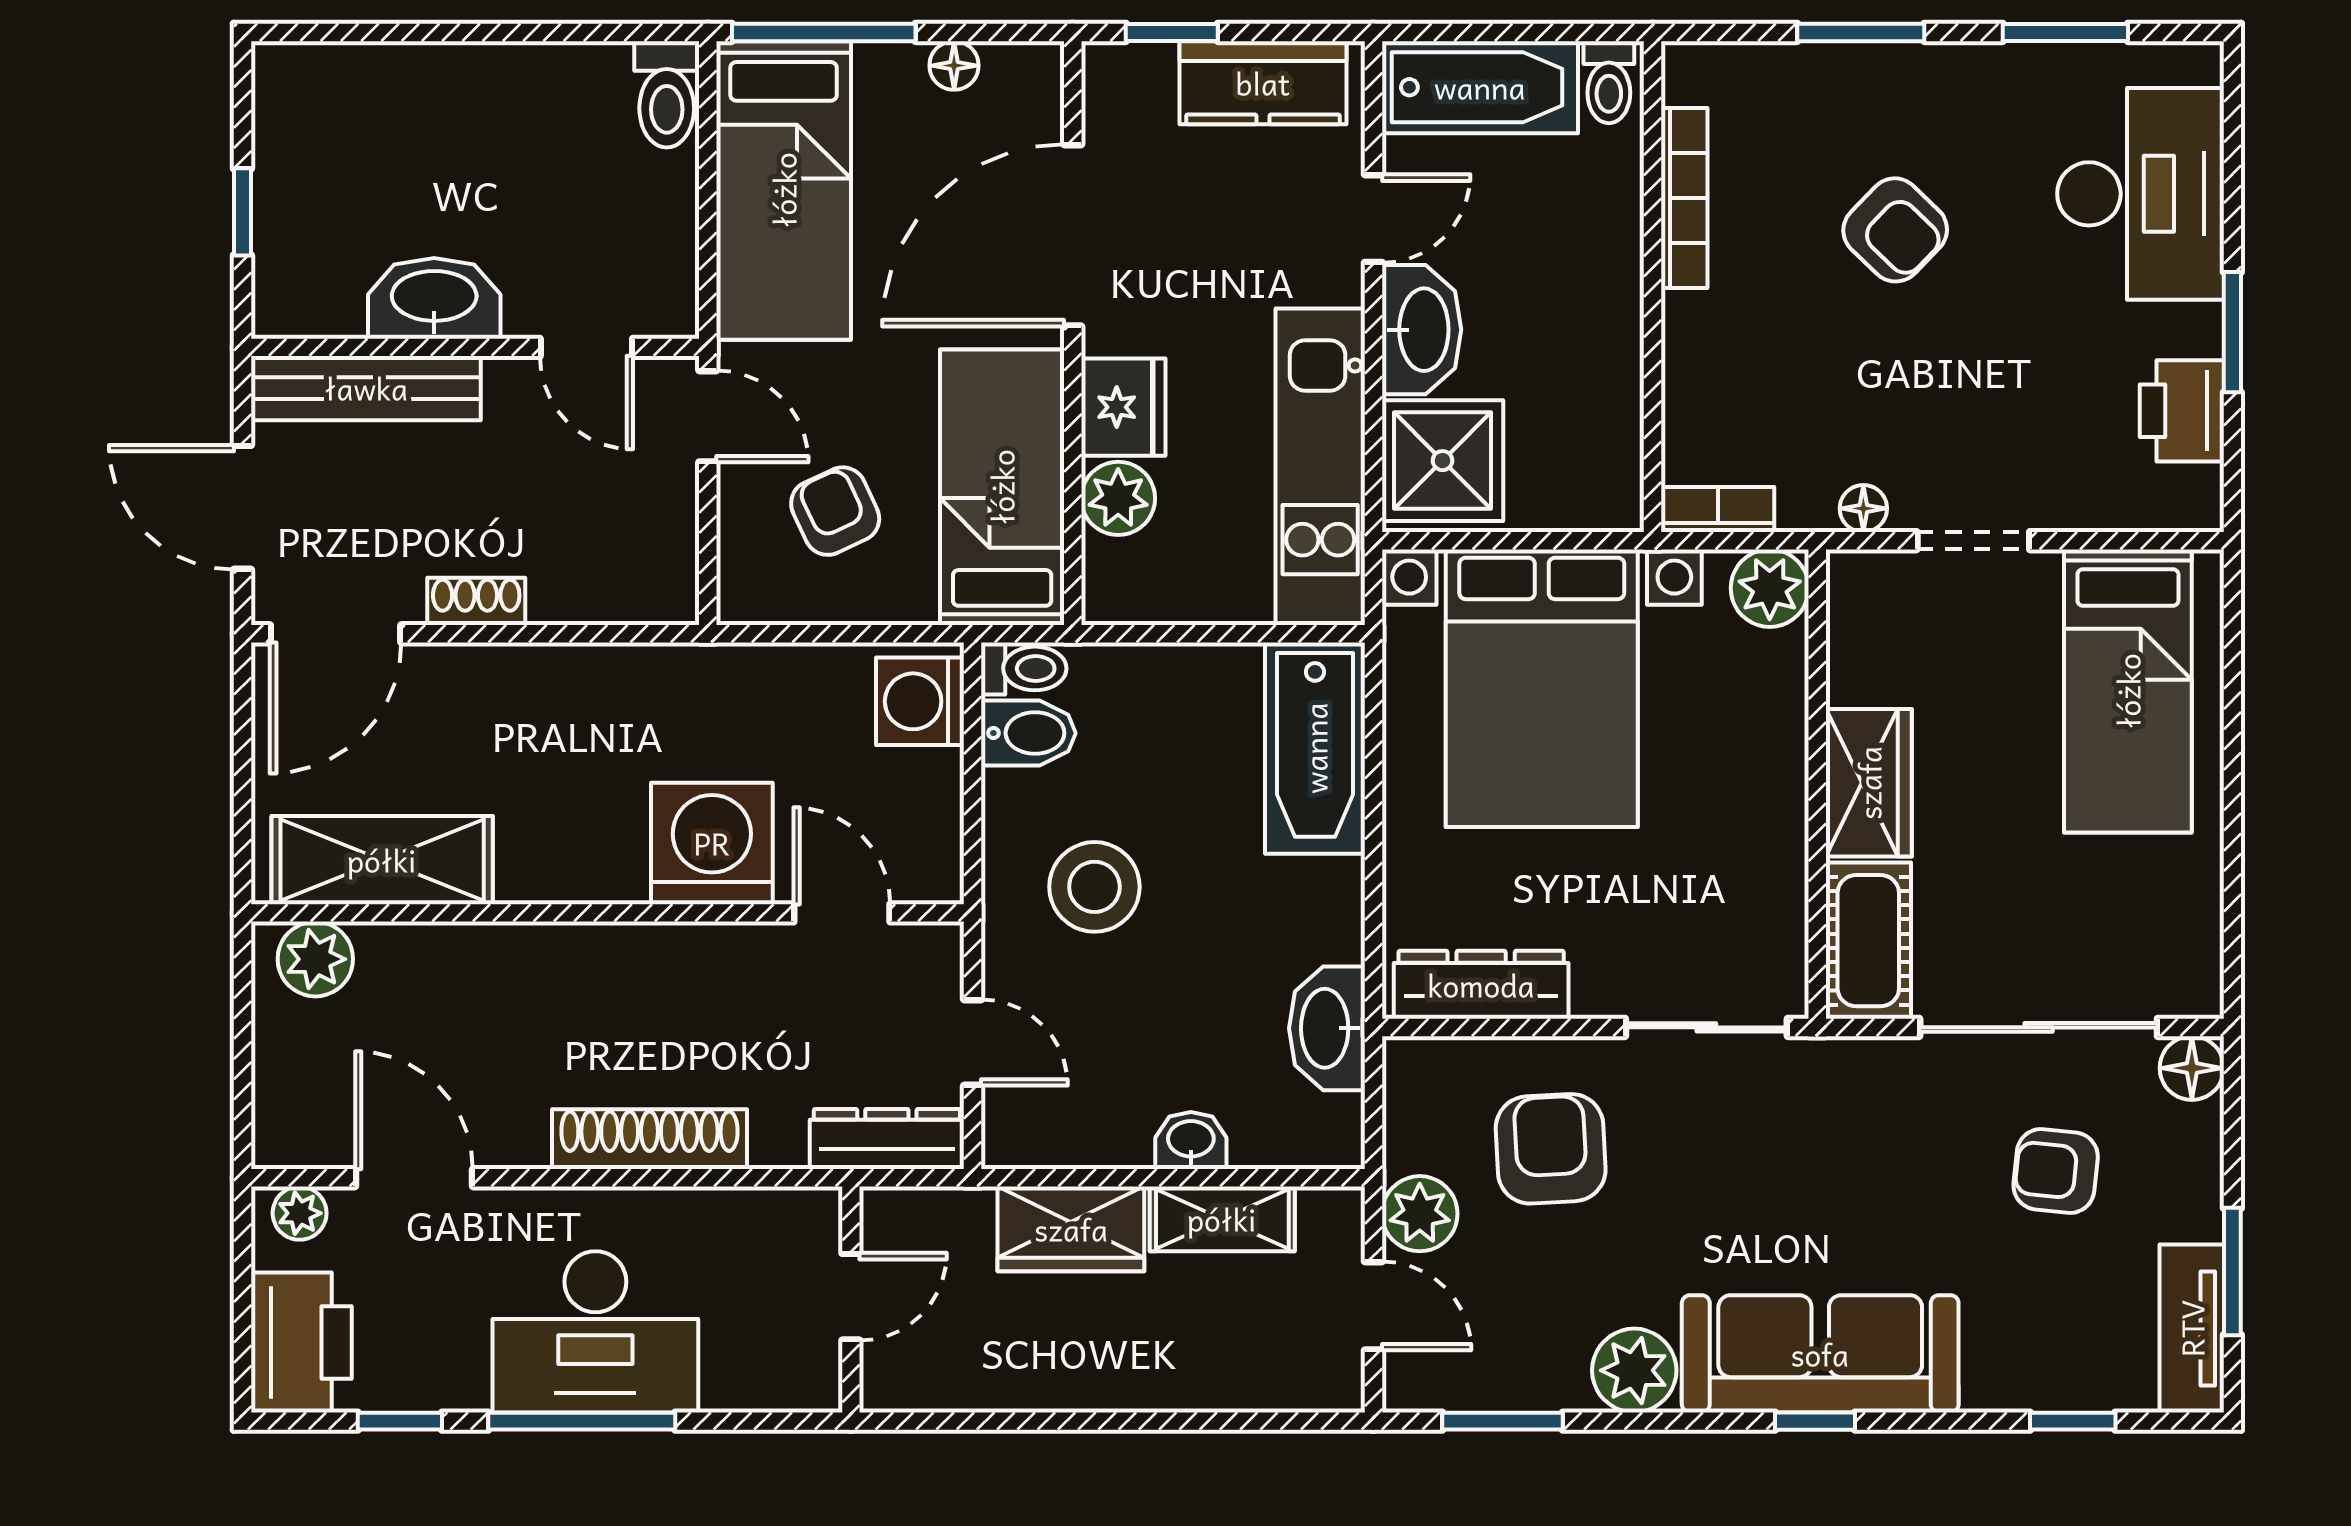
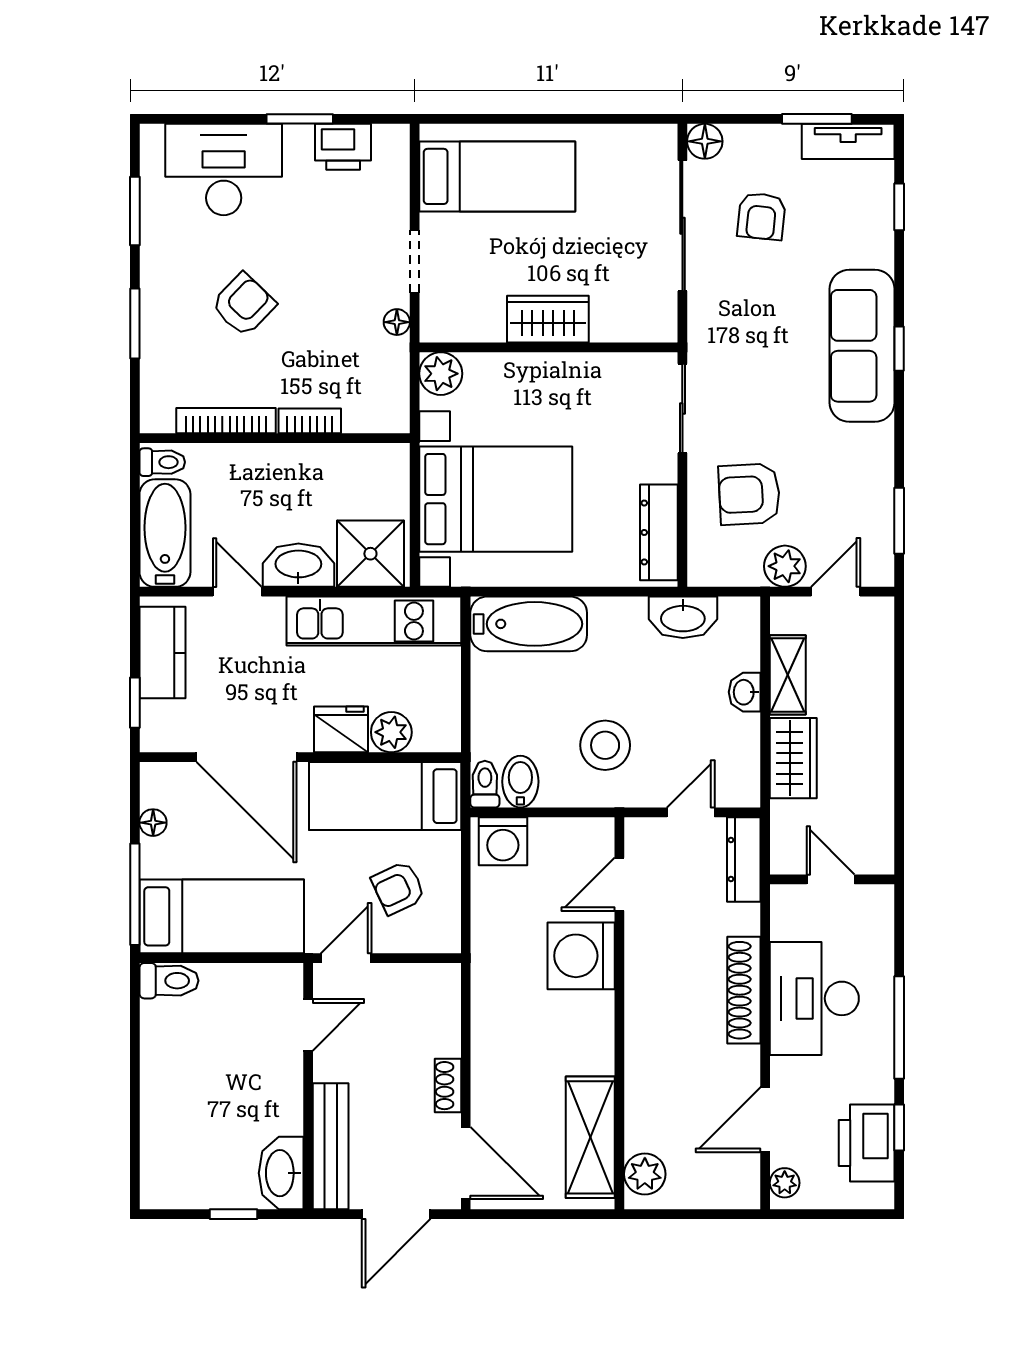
washbasin: (434, 298) -> (281, 1173), moved
bookcase: (1718, 509) -> (310, 421), moved, turned 90
cot: (1868, 941) -> (635, 319), removed
desk: (595, 1332) -> (814, 998), moved, turned 180
printer: (301, 1342) -> (867, 1143), moved, turned -90
plant: (1634, 1370) -> (871, 448), removed

